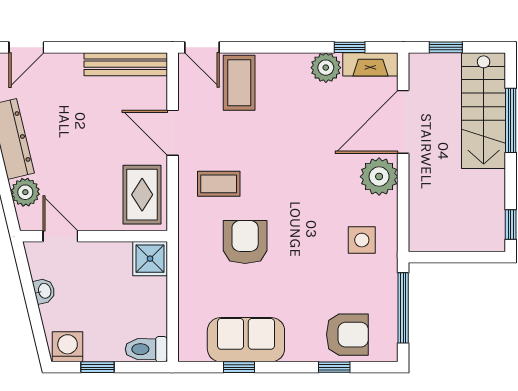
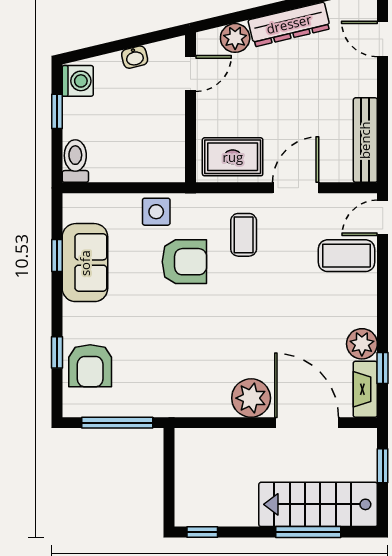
side table: (362, 240) -> (156, 212), moved
shower: (150, 259) -> (168, 165), removed

